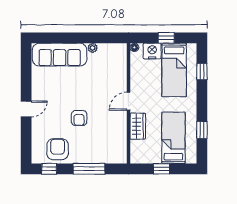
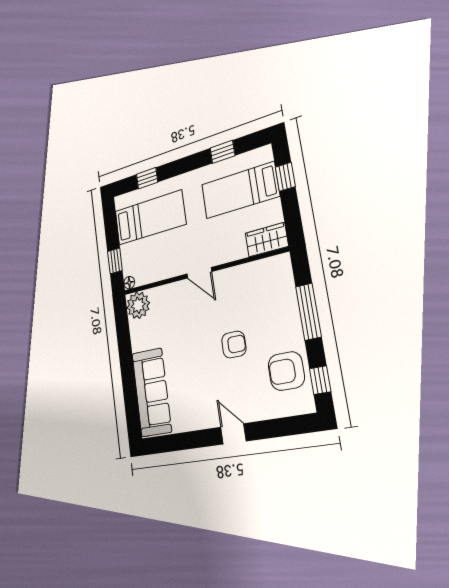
window: (166, 38) -> (115, 261), moved
plant: (93, 48) -> (138, 305), moved, width x1.88, depth x1.88
nightstand: (152, 51) -> (131, 256), removed
wardrobe: (138, 126) -> (267, 240), moved
window: (161, 169) -> (285, 177), moved

